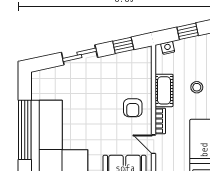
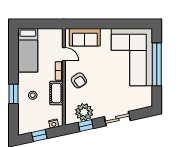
plant: (126, 64) -> (84, 112), added
armchair: (133, 108) -> (79, 80), turned 146

